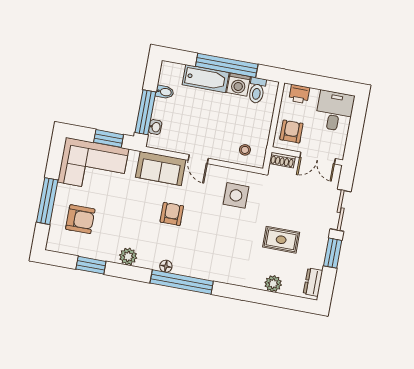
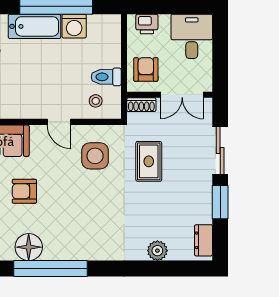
toilet: (257, 90) -> (106, 77), moved, turned 90
door: (198, 159) -> (59, 122), moved
armchair: (172, 214) -> (24, 191), turned -90
rug: (281, 240) -> (149, 161), moved, turned 90
floor lamp: (166, 266) -> (29, 247), width x1.89, depth x1.89

